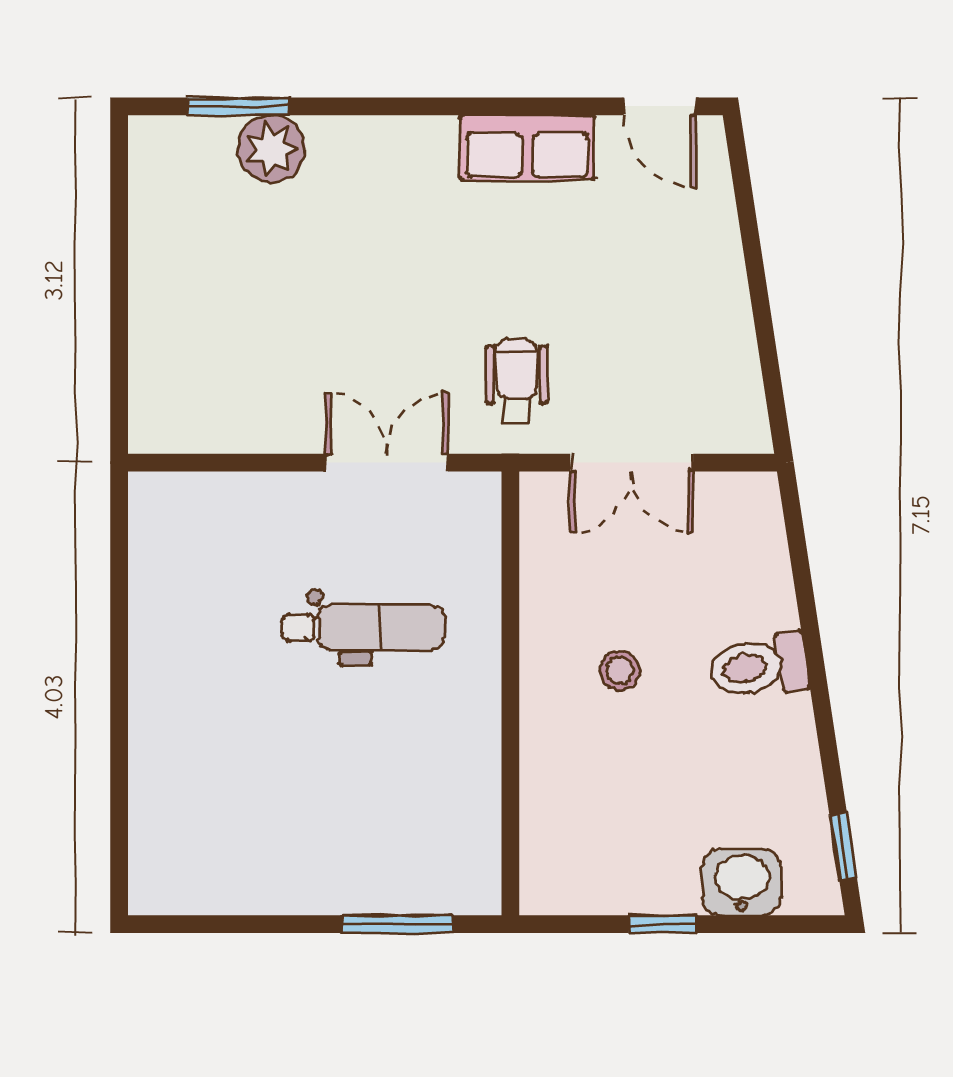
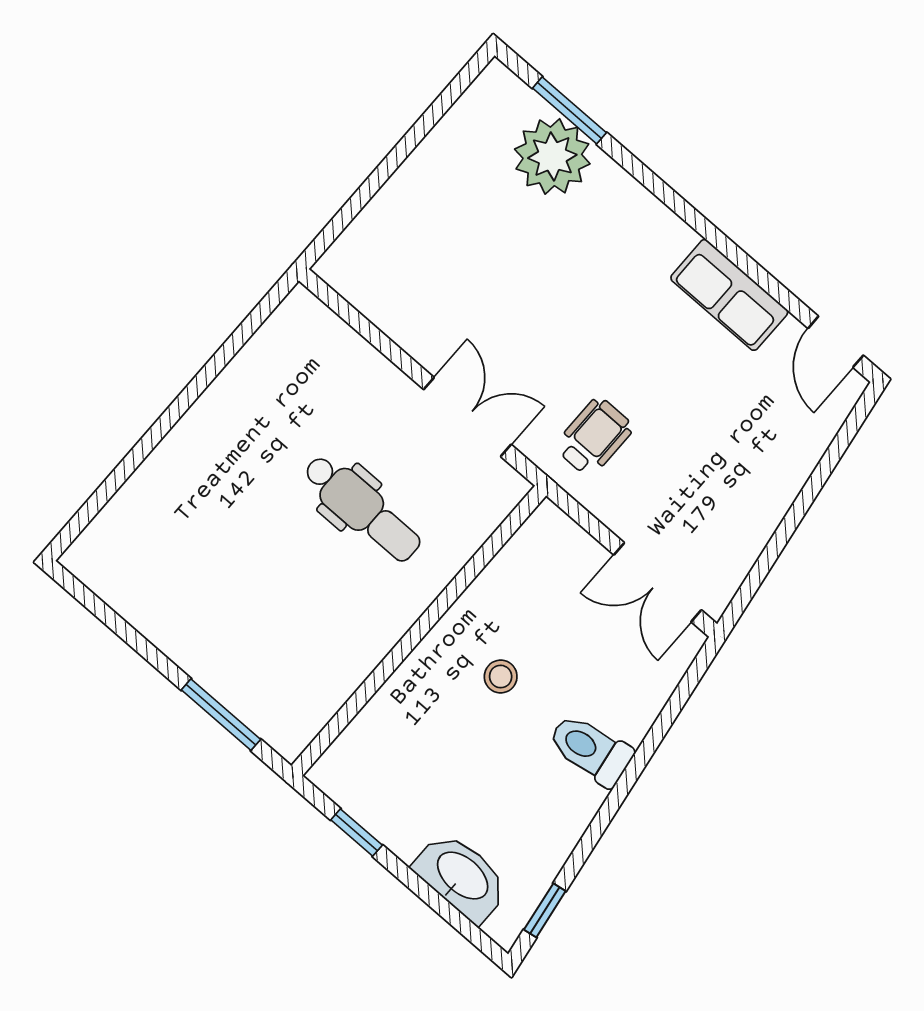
plant: (271, 149) -> (552, 156), width x1.36, depth x1.36
double door: (632, 463) -> (658, 582), moved
washbasin: (742, 882) -> (462, 877), width x1.38
window: (662, 924) -> (357, 832), moved

